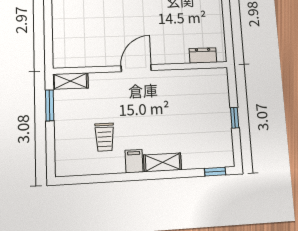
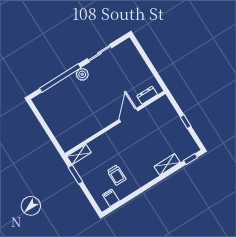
door: (136, 68) -> (128, 115), moved
filing cabinet: (134, 161) -> (111, 198), moved
shelving: (163, 162) -> (167, 164), moved

